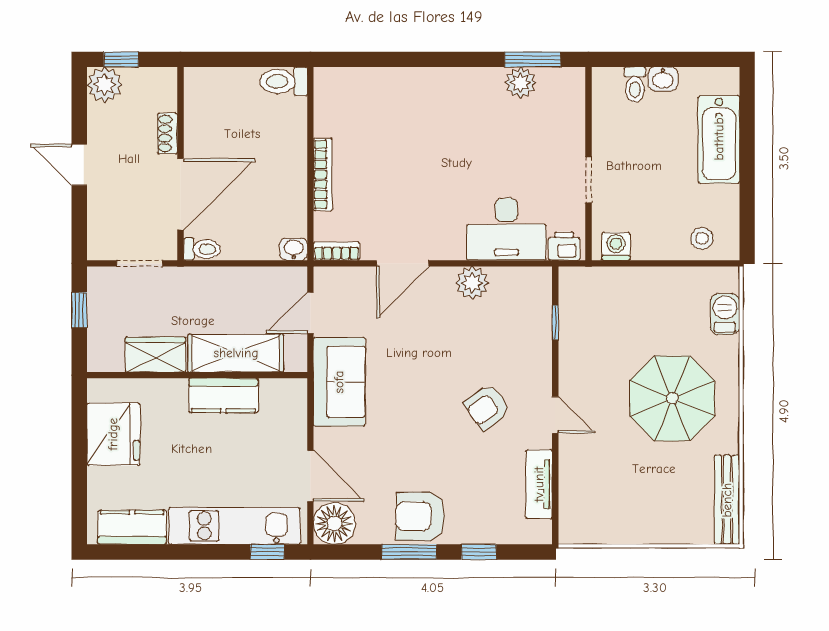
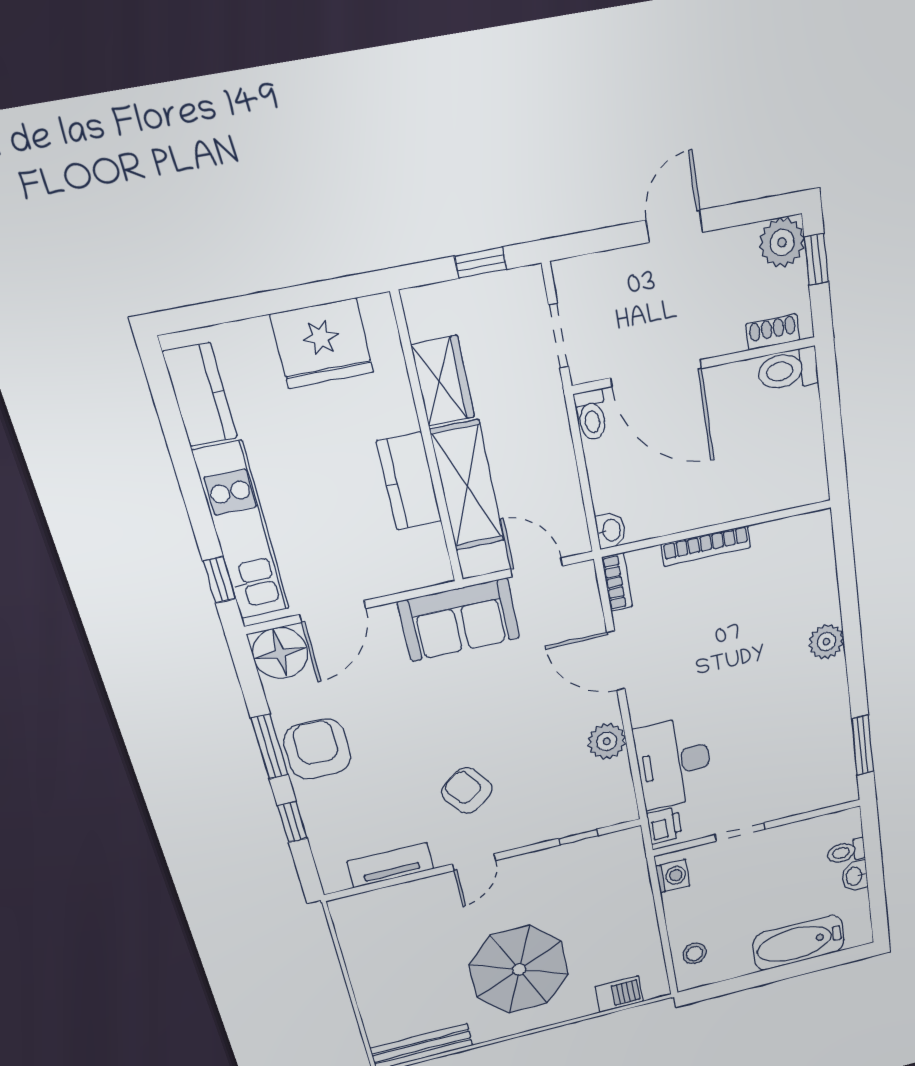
toilet: (284, 81) -> (788, 370), moved, turned -90
plant: (520, 83) -> (826, 642), moved
shoe rack: (168, 133) -> (773, 332), moved

